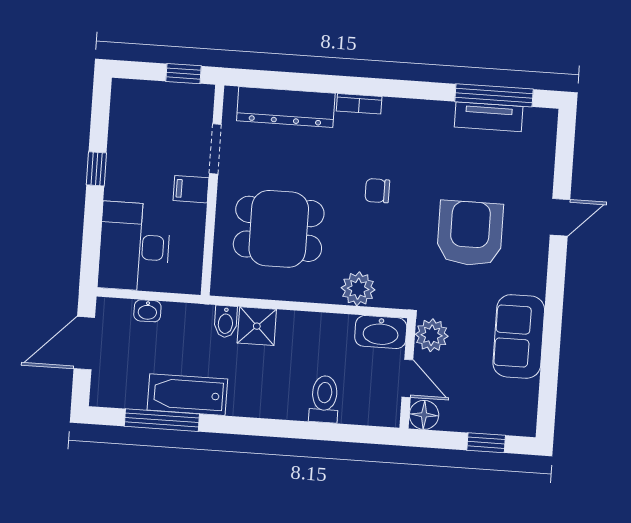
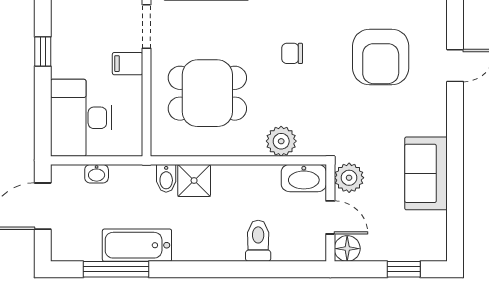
armchair: (470, 233) -> (381, 57), moved, turned 180

